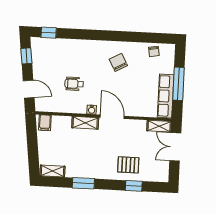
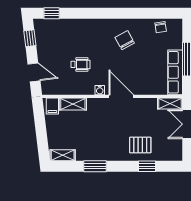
wheelchair: (74, 84) -> (80, 64), turned 180
shelving: (85, 123) -> (73, 104), moved

